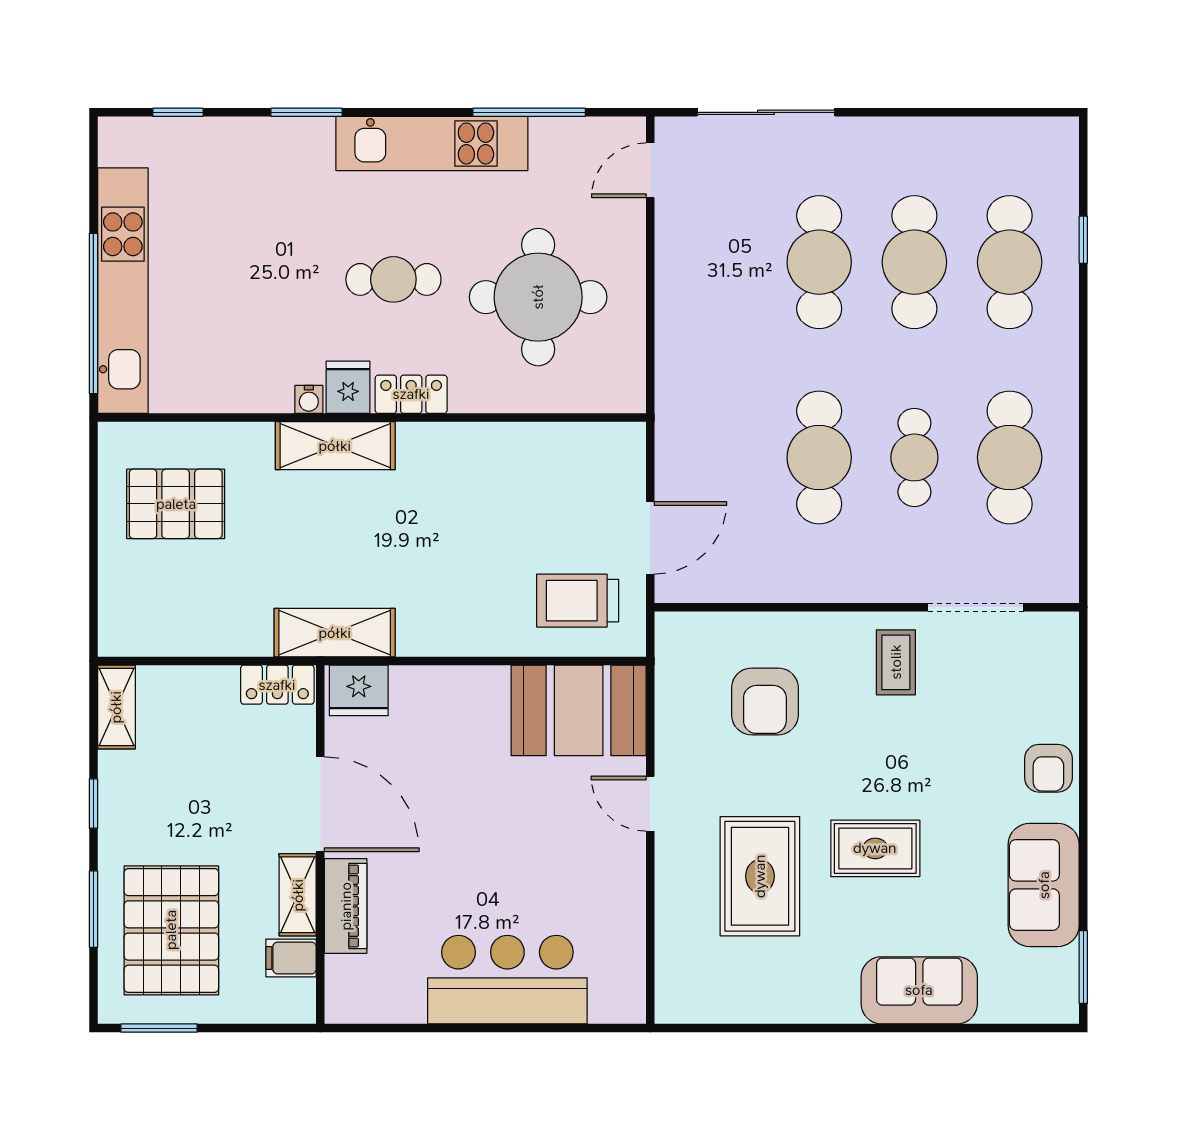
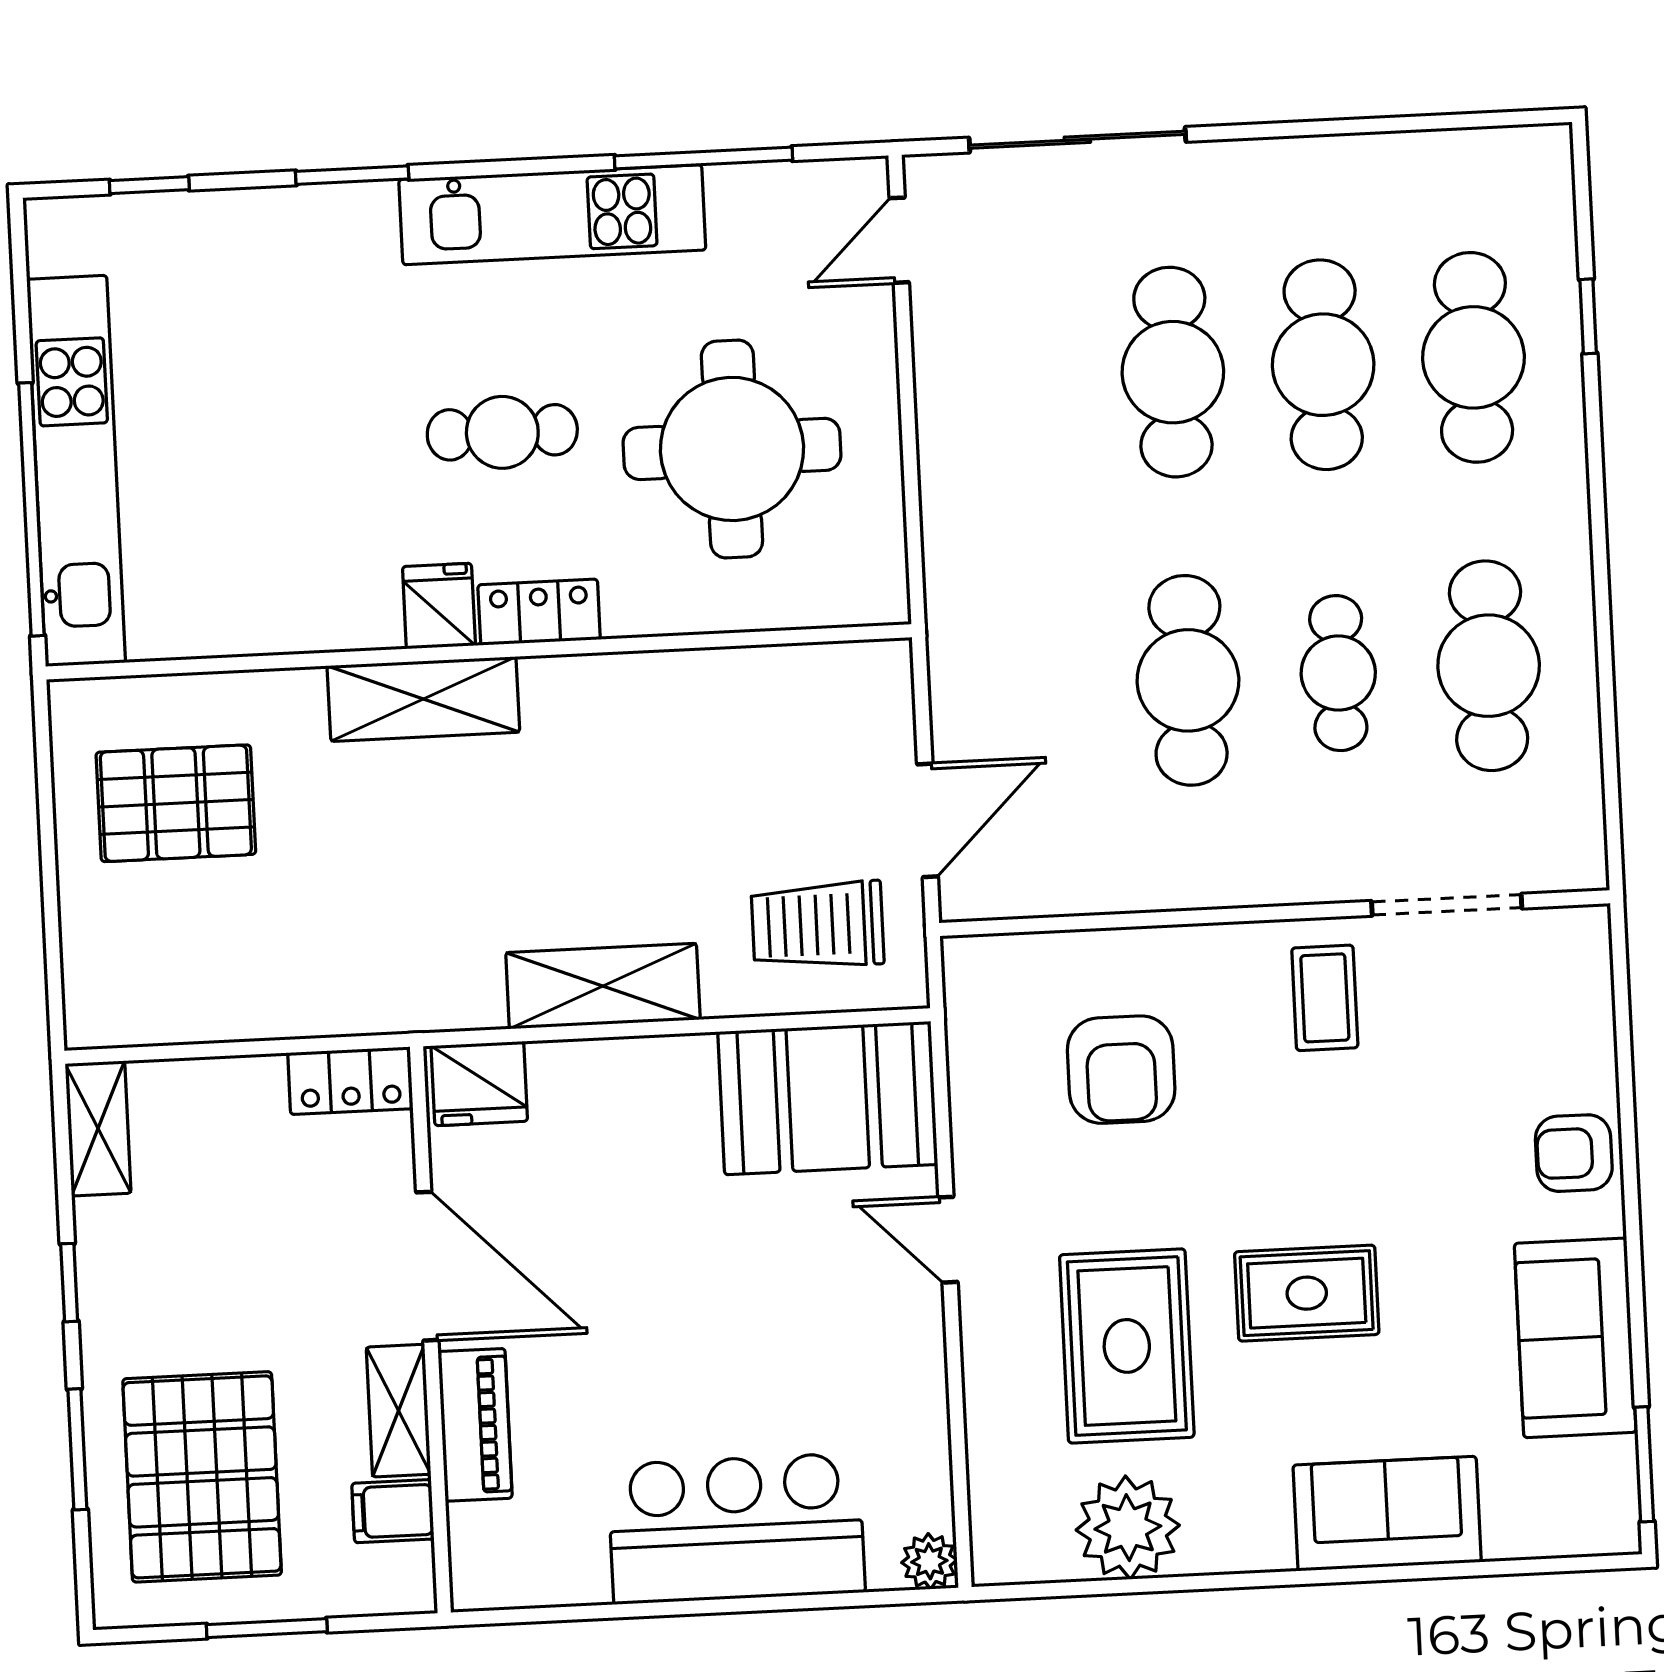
water cooler: (309, 399) -> (378, 628), removed
shelving: (335, 633) -> (603, 986), moved
armchair: (1048, 768) -> (1574, 1153), turned 90
plant: (755, 991) -> (1128, 1528), added
plant: (629, 1006) -> (929, 1561), added
window: (159, 1028) -> (267, 1628), moved

